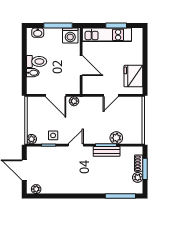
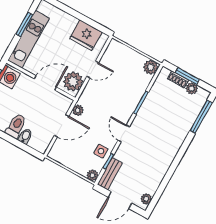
plant: (94, 86) -> (73, 81), added
door: (111, 95) -> (93, 70), hinge flipped
plant: (116, 138) -> (151, 67), moved
bench: (107, 151) -> (110, 174), moved

